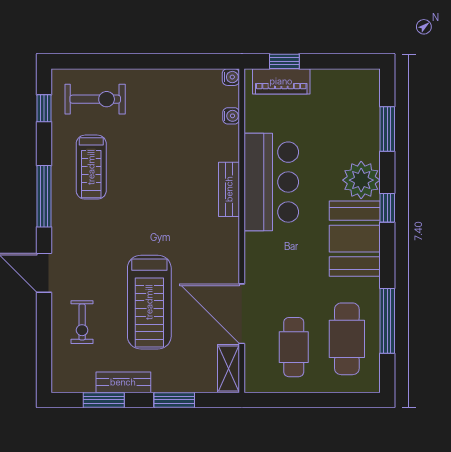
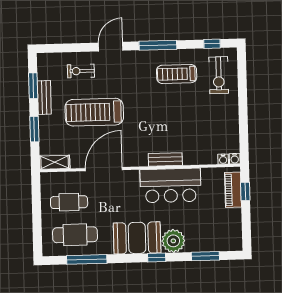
water cooler: (231, 116) -> (223, 159), moved
door: (242, 314) -> (104, 169), moved

